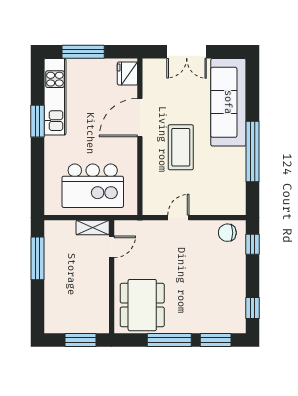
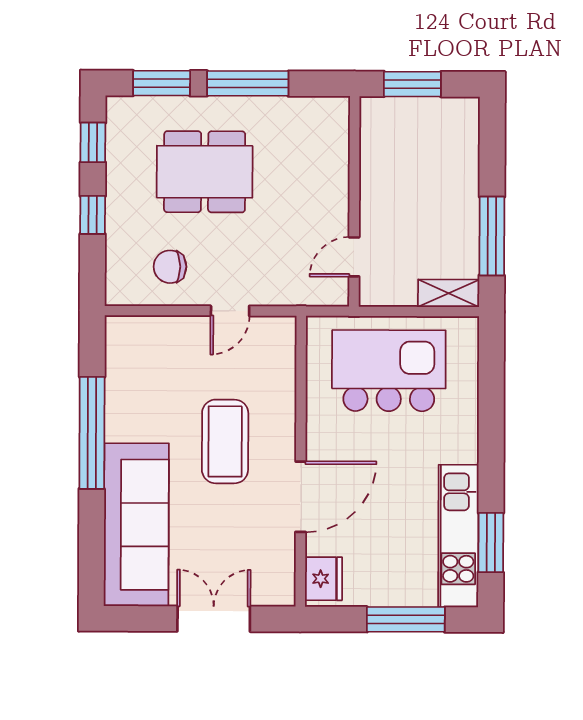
window: (37, 121) -> (491, 543), moved
shelving: (93, 228) -> (449, 293), moved
chair: (227, 233) -> (170, 267), moved, turned 180
window: (252, 244) -> (93, 215), moved
dining table: (142, 305) -> (205, 172), moved, turned 90

